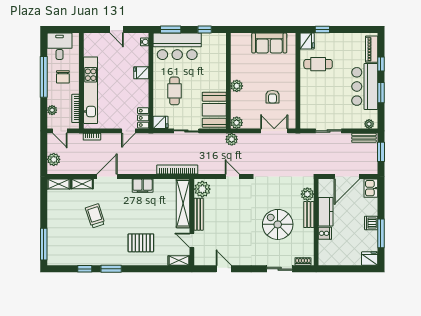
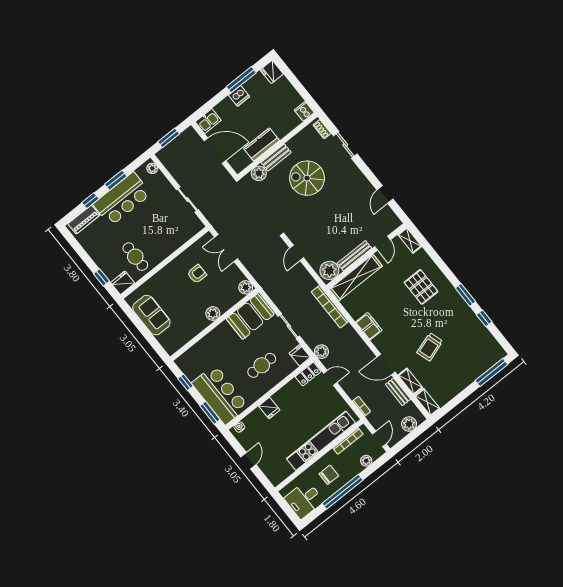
bench: (364, 138) -> (398, 392), moved
plant: (232, 139) -> (321, 352), moved
spiral stairs: (278, 224) -> (307, 178), turned 90
cooker: (325, 233) -> (304, 111), moved

